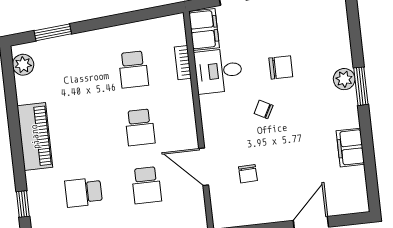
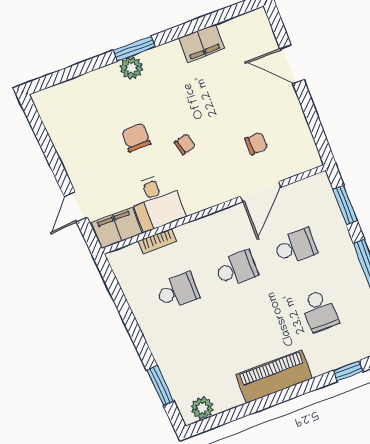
chair: (264, 109) -> (185, 144), turned -132

